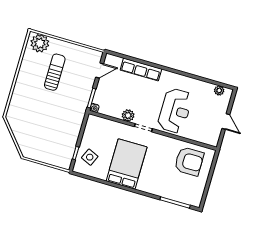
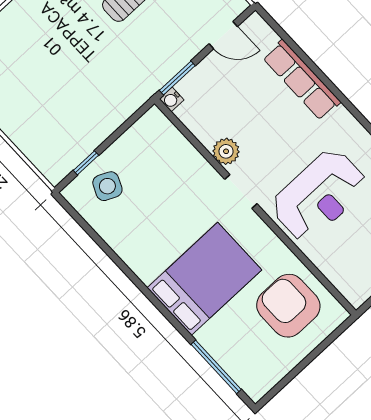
armchair: (189, 161) -> (288, 306), turned 180
bed: (127, 164) -> (204, 279), moved

